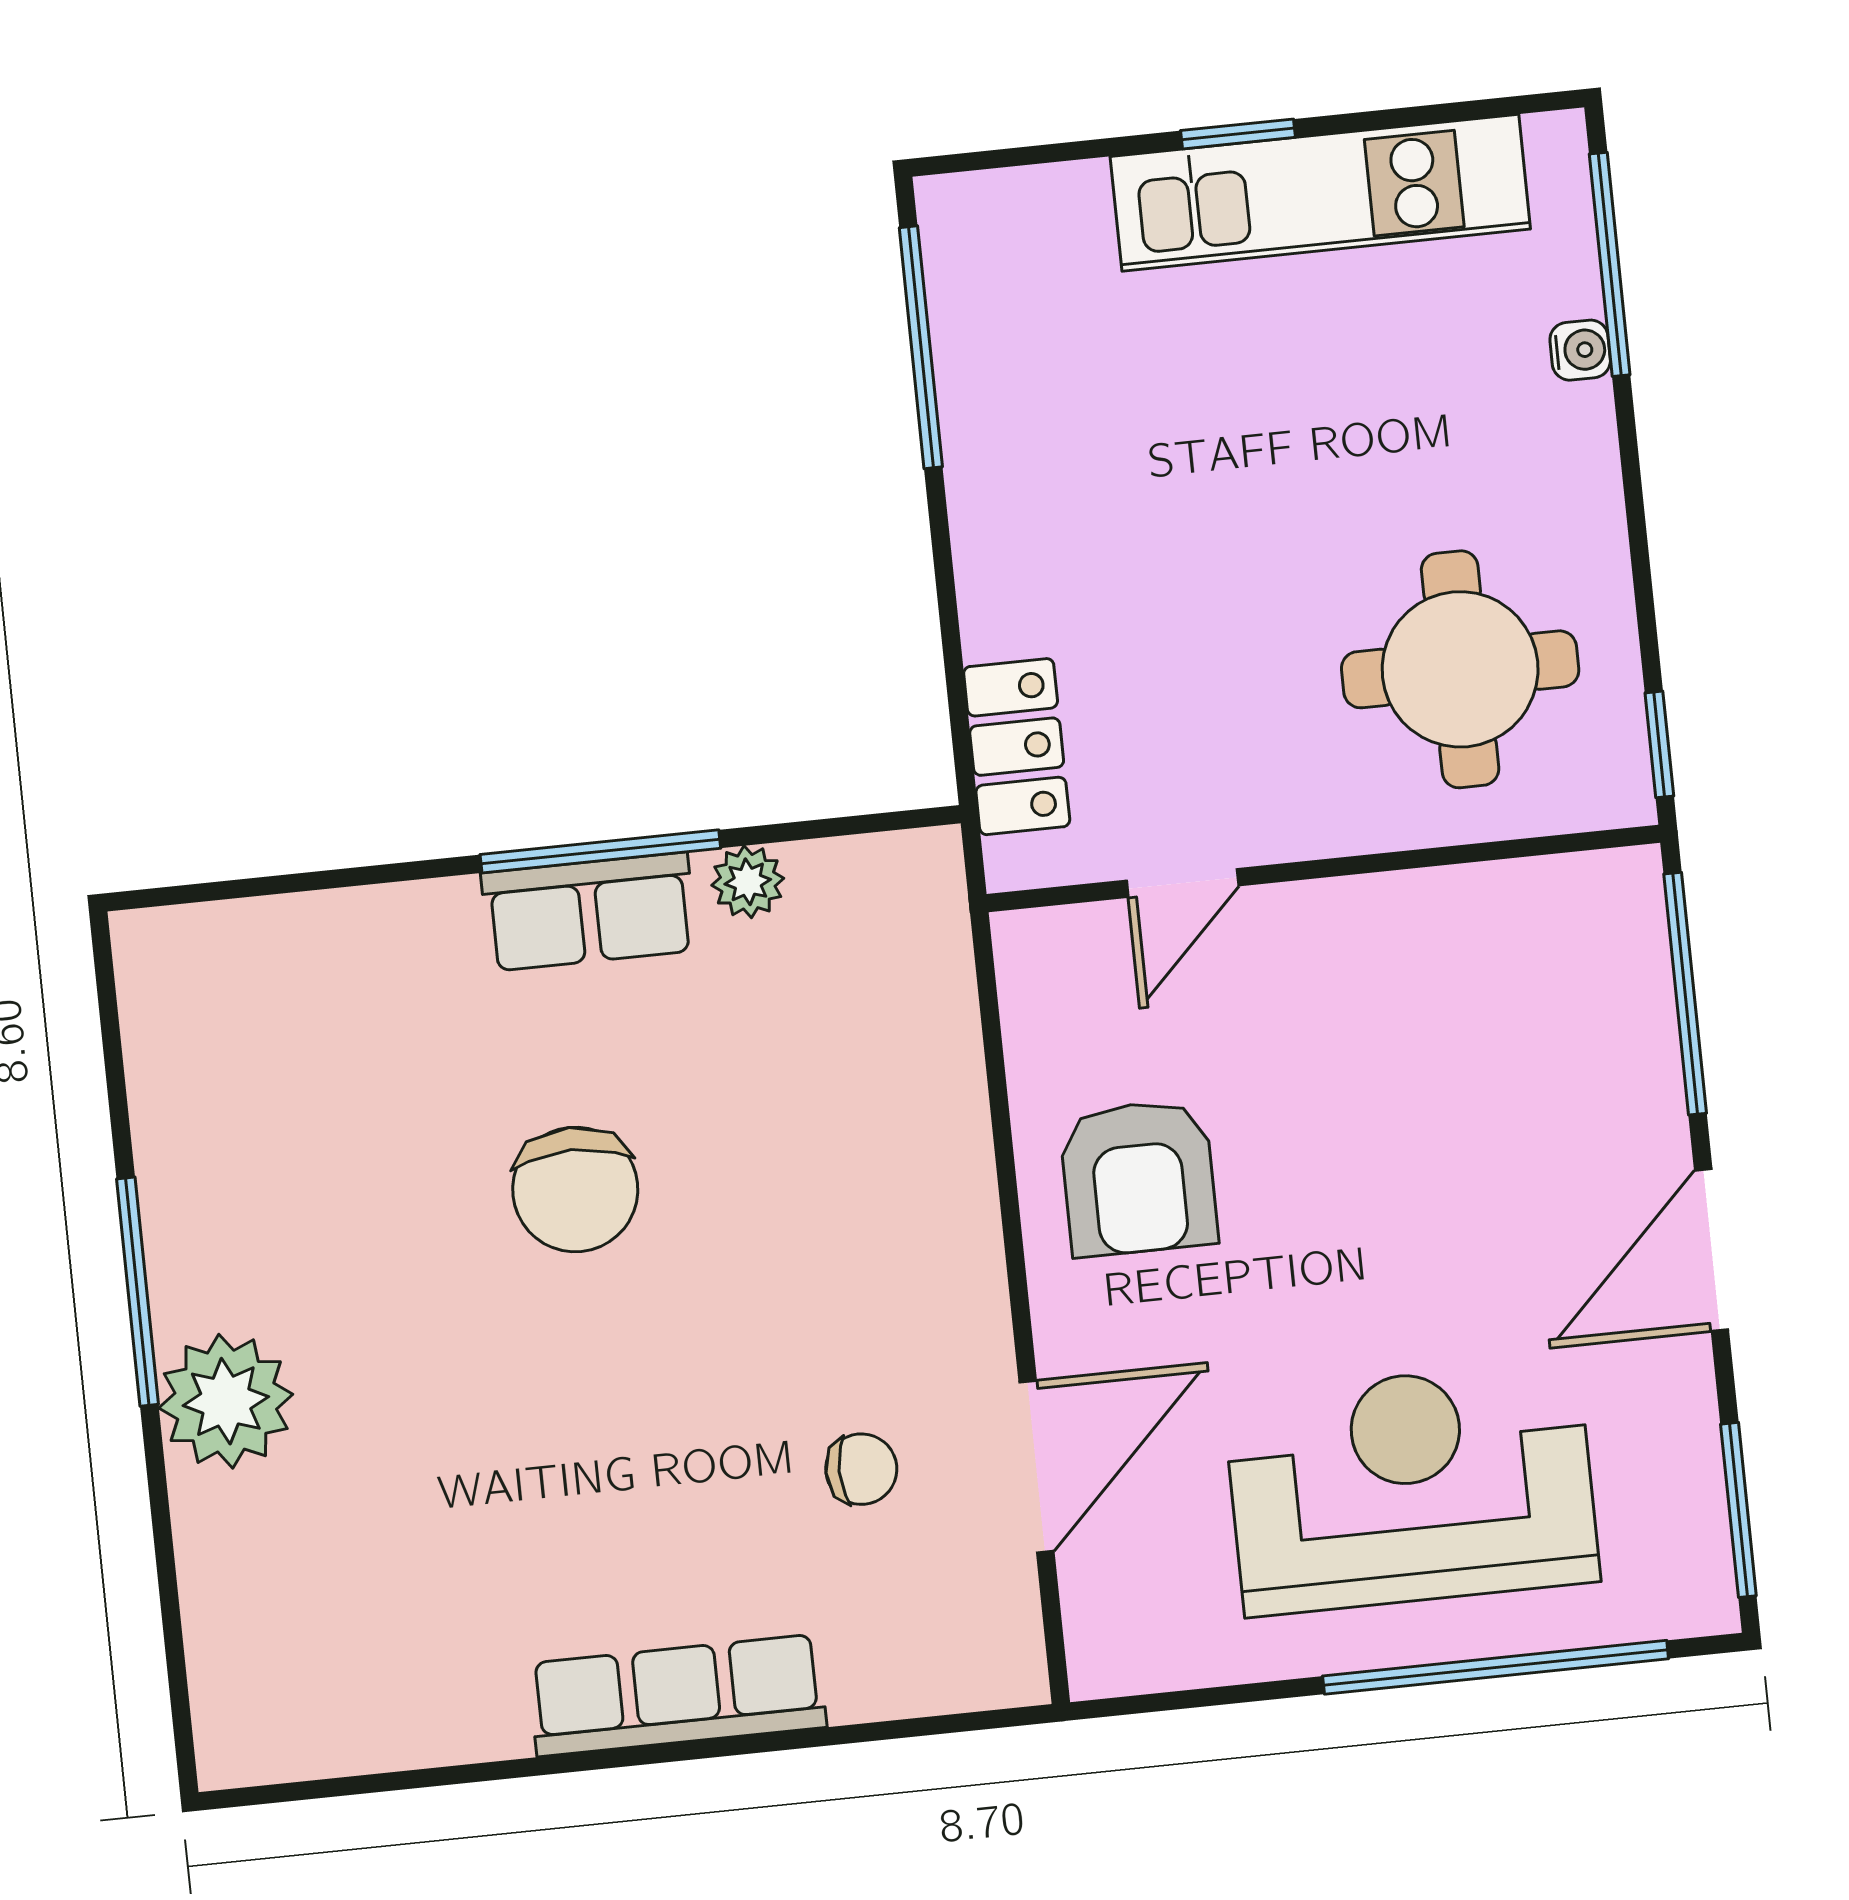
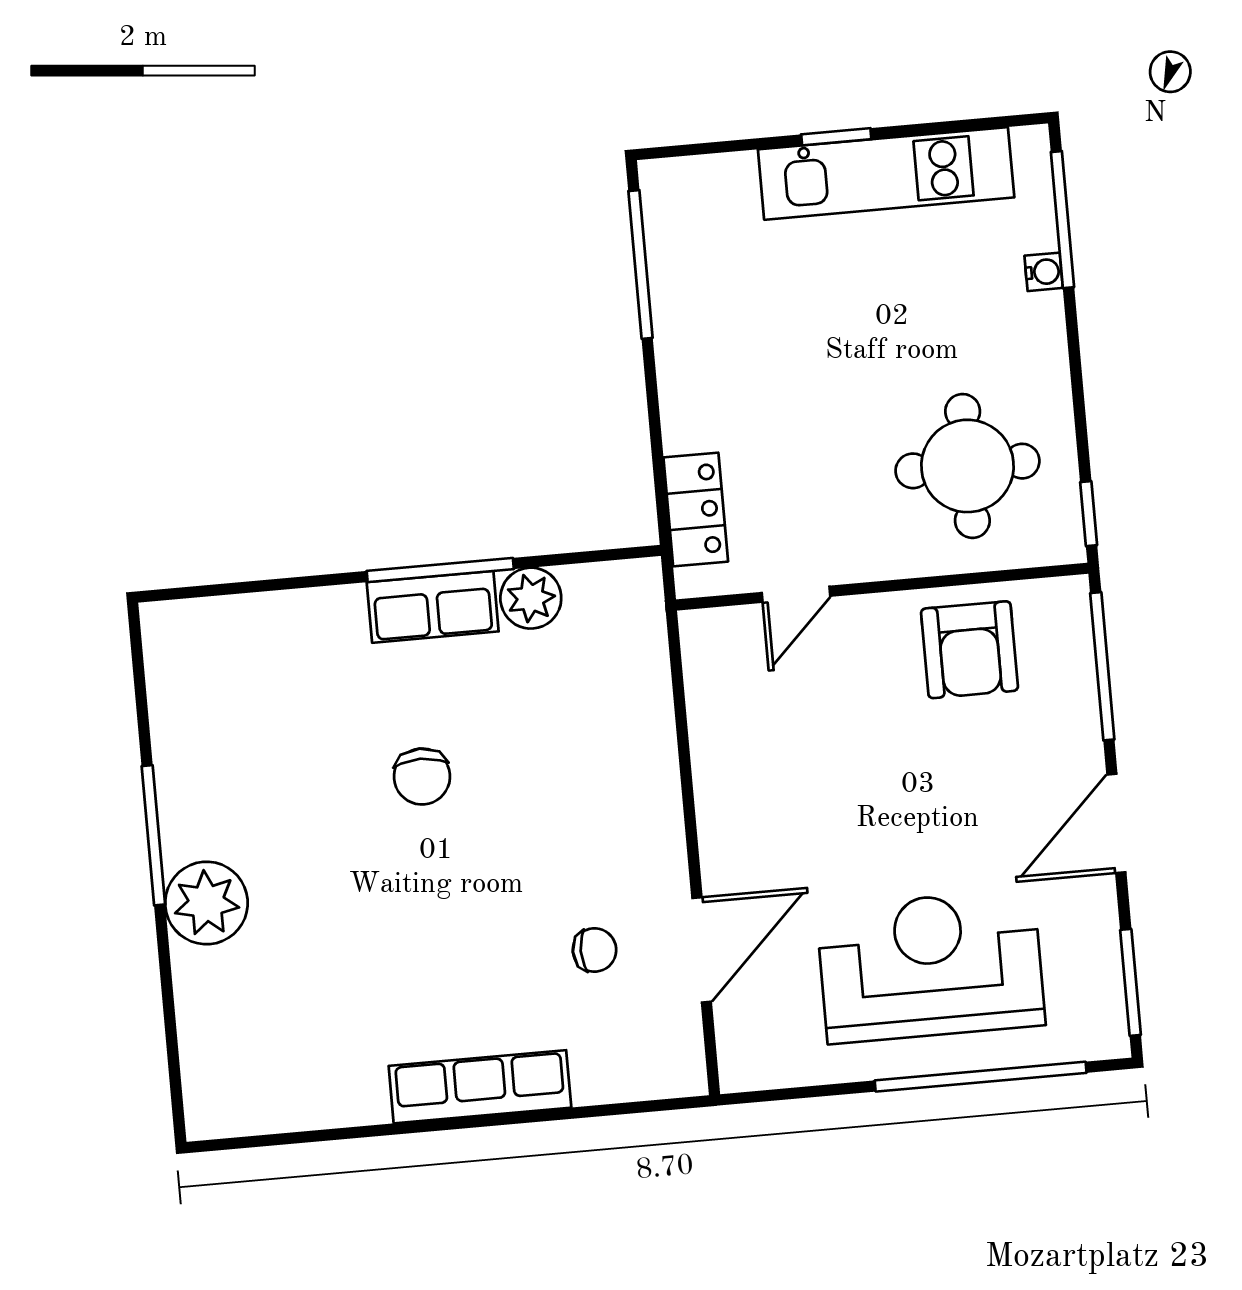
plant: (748, 882) -> (531, 598), width x1.38, depth x1.38
armchair: (1139, 1178) -> (970, 650), moved
chair: (575, 1189) -> (422, 777), width x0.73, depth x0.73

